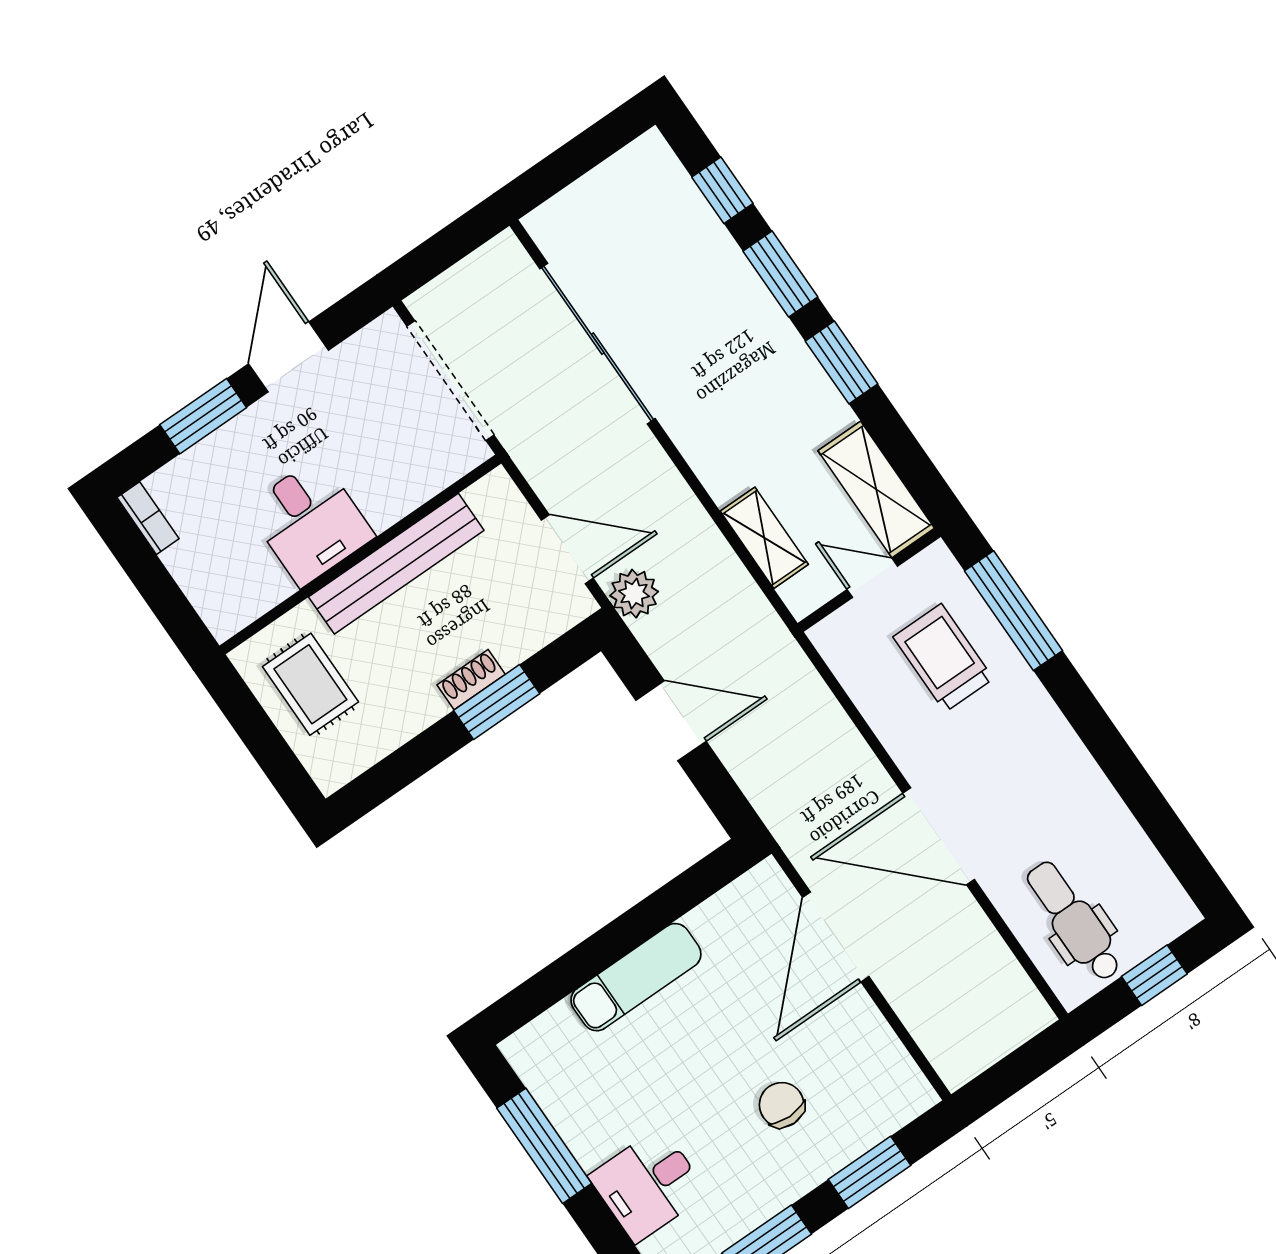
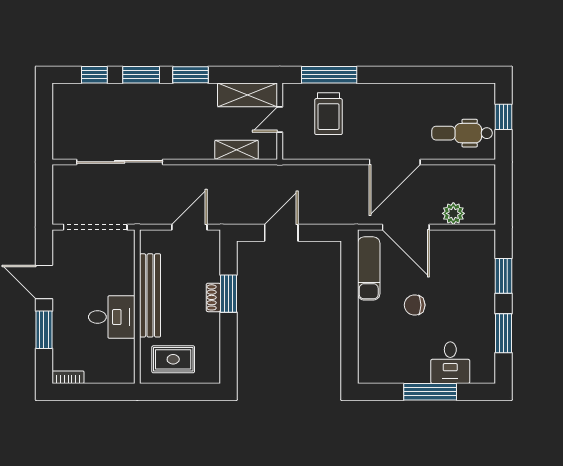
plant: (634, 594) -> (453, 213), moved
trolley: (943, 658) -> (329, 114), turned -90
exam couch: (636, 977) -> (369, 268), moved
chair: (782, 1105) -> (415, 305), moved
window: (544, 1146) -> (430, 392), moved

